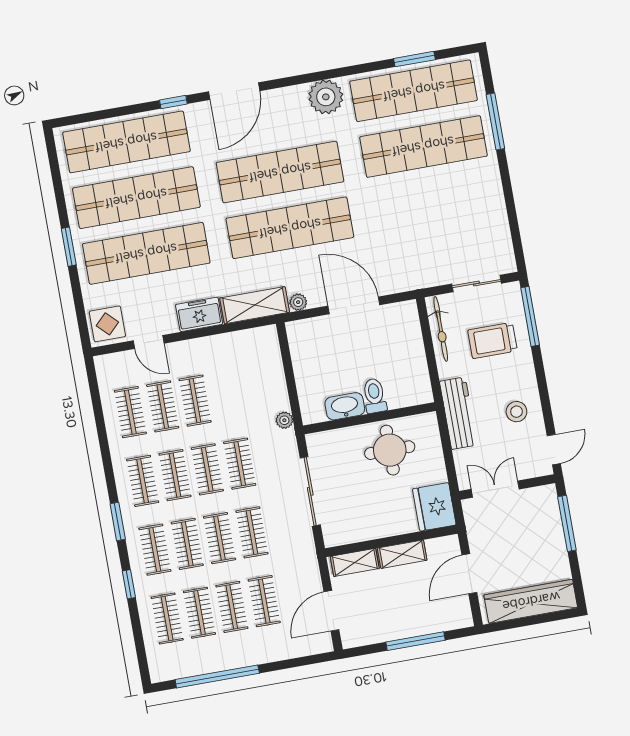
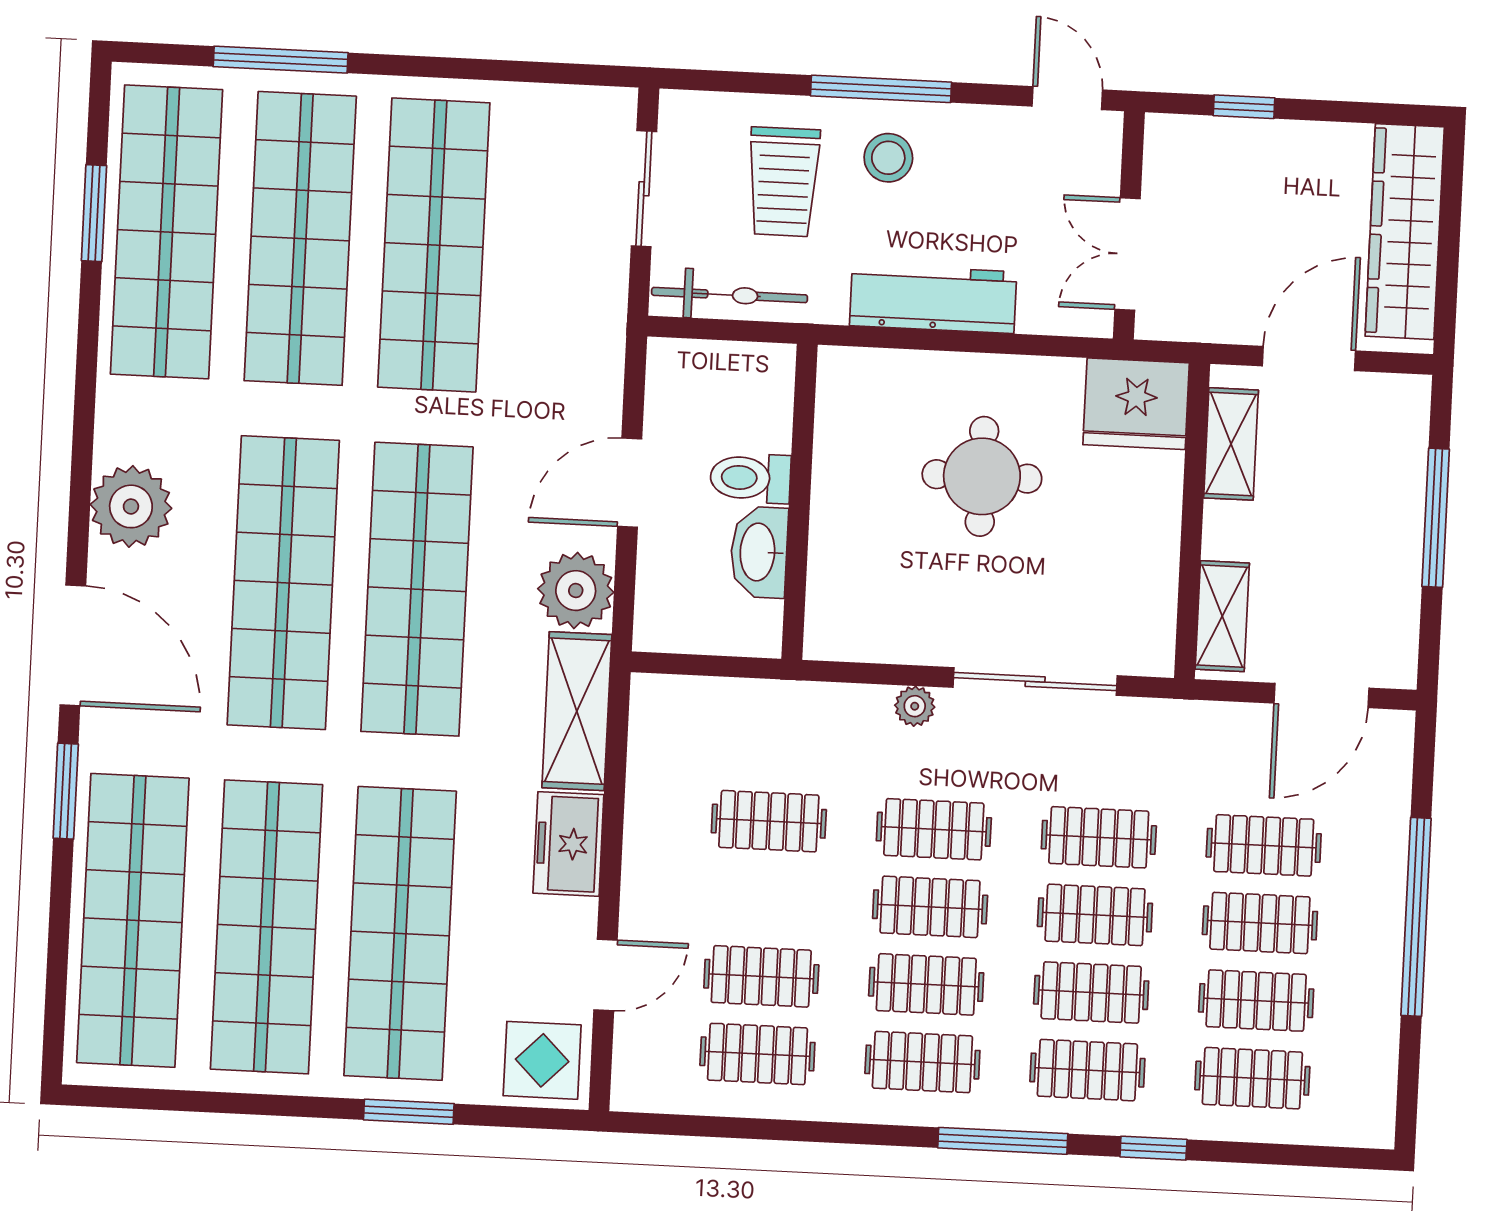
plant: (326, 97) -> (131, 506), moved
window: (173, 102) -> (66, 791), width x1.50
shop shelf: (433, 202) -> (434, 245), added
window: (69, 247) -> (409, 1112), moved
plant: (298, 302) -> (576, 591), width x1.87, depth x1.87
door: (354, 305) -> (630, 483), width x0.73
window: (530, 316) -> (881, 89), moved
toilet: (375, 396) -> (750, 478), moved
clothes rail: (195, 401) -> (769, 821), moved
washbasin: (345, 406) -> (759, 552), moved
stool: (516, 412) -> (888, 158), moved
wall: (369, 418) -> (800, 502), moved
plant: (284, 420) -> (915, 706), moved
window: (118, 521) -> (1003, 1141), width x1.44
window: (567, 523) -> (1244, 107), width x0.46
shelving: (402, 554) -> (1231, 444), moved
door: (469, 574) -> (1309, 358), swing flipped
door: (331, 611) -> (1321, 696), hinge flipped
window: (217, 676) -> (1416, 917), moved

